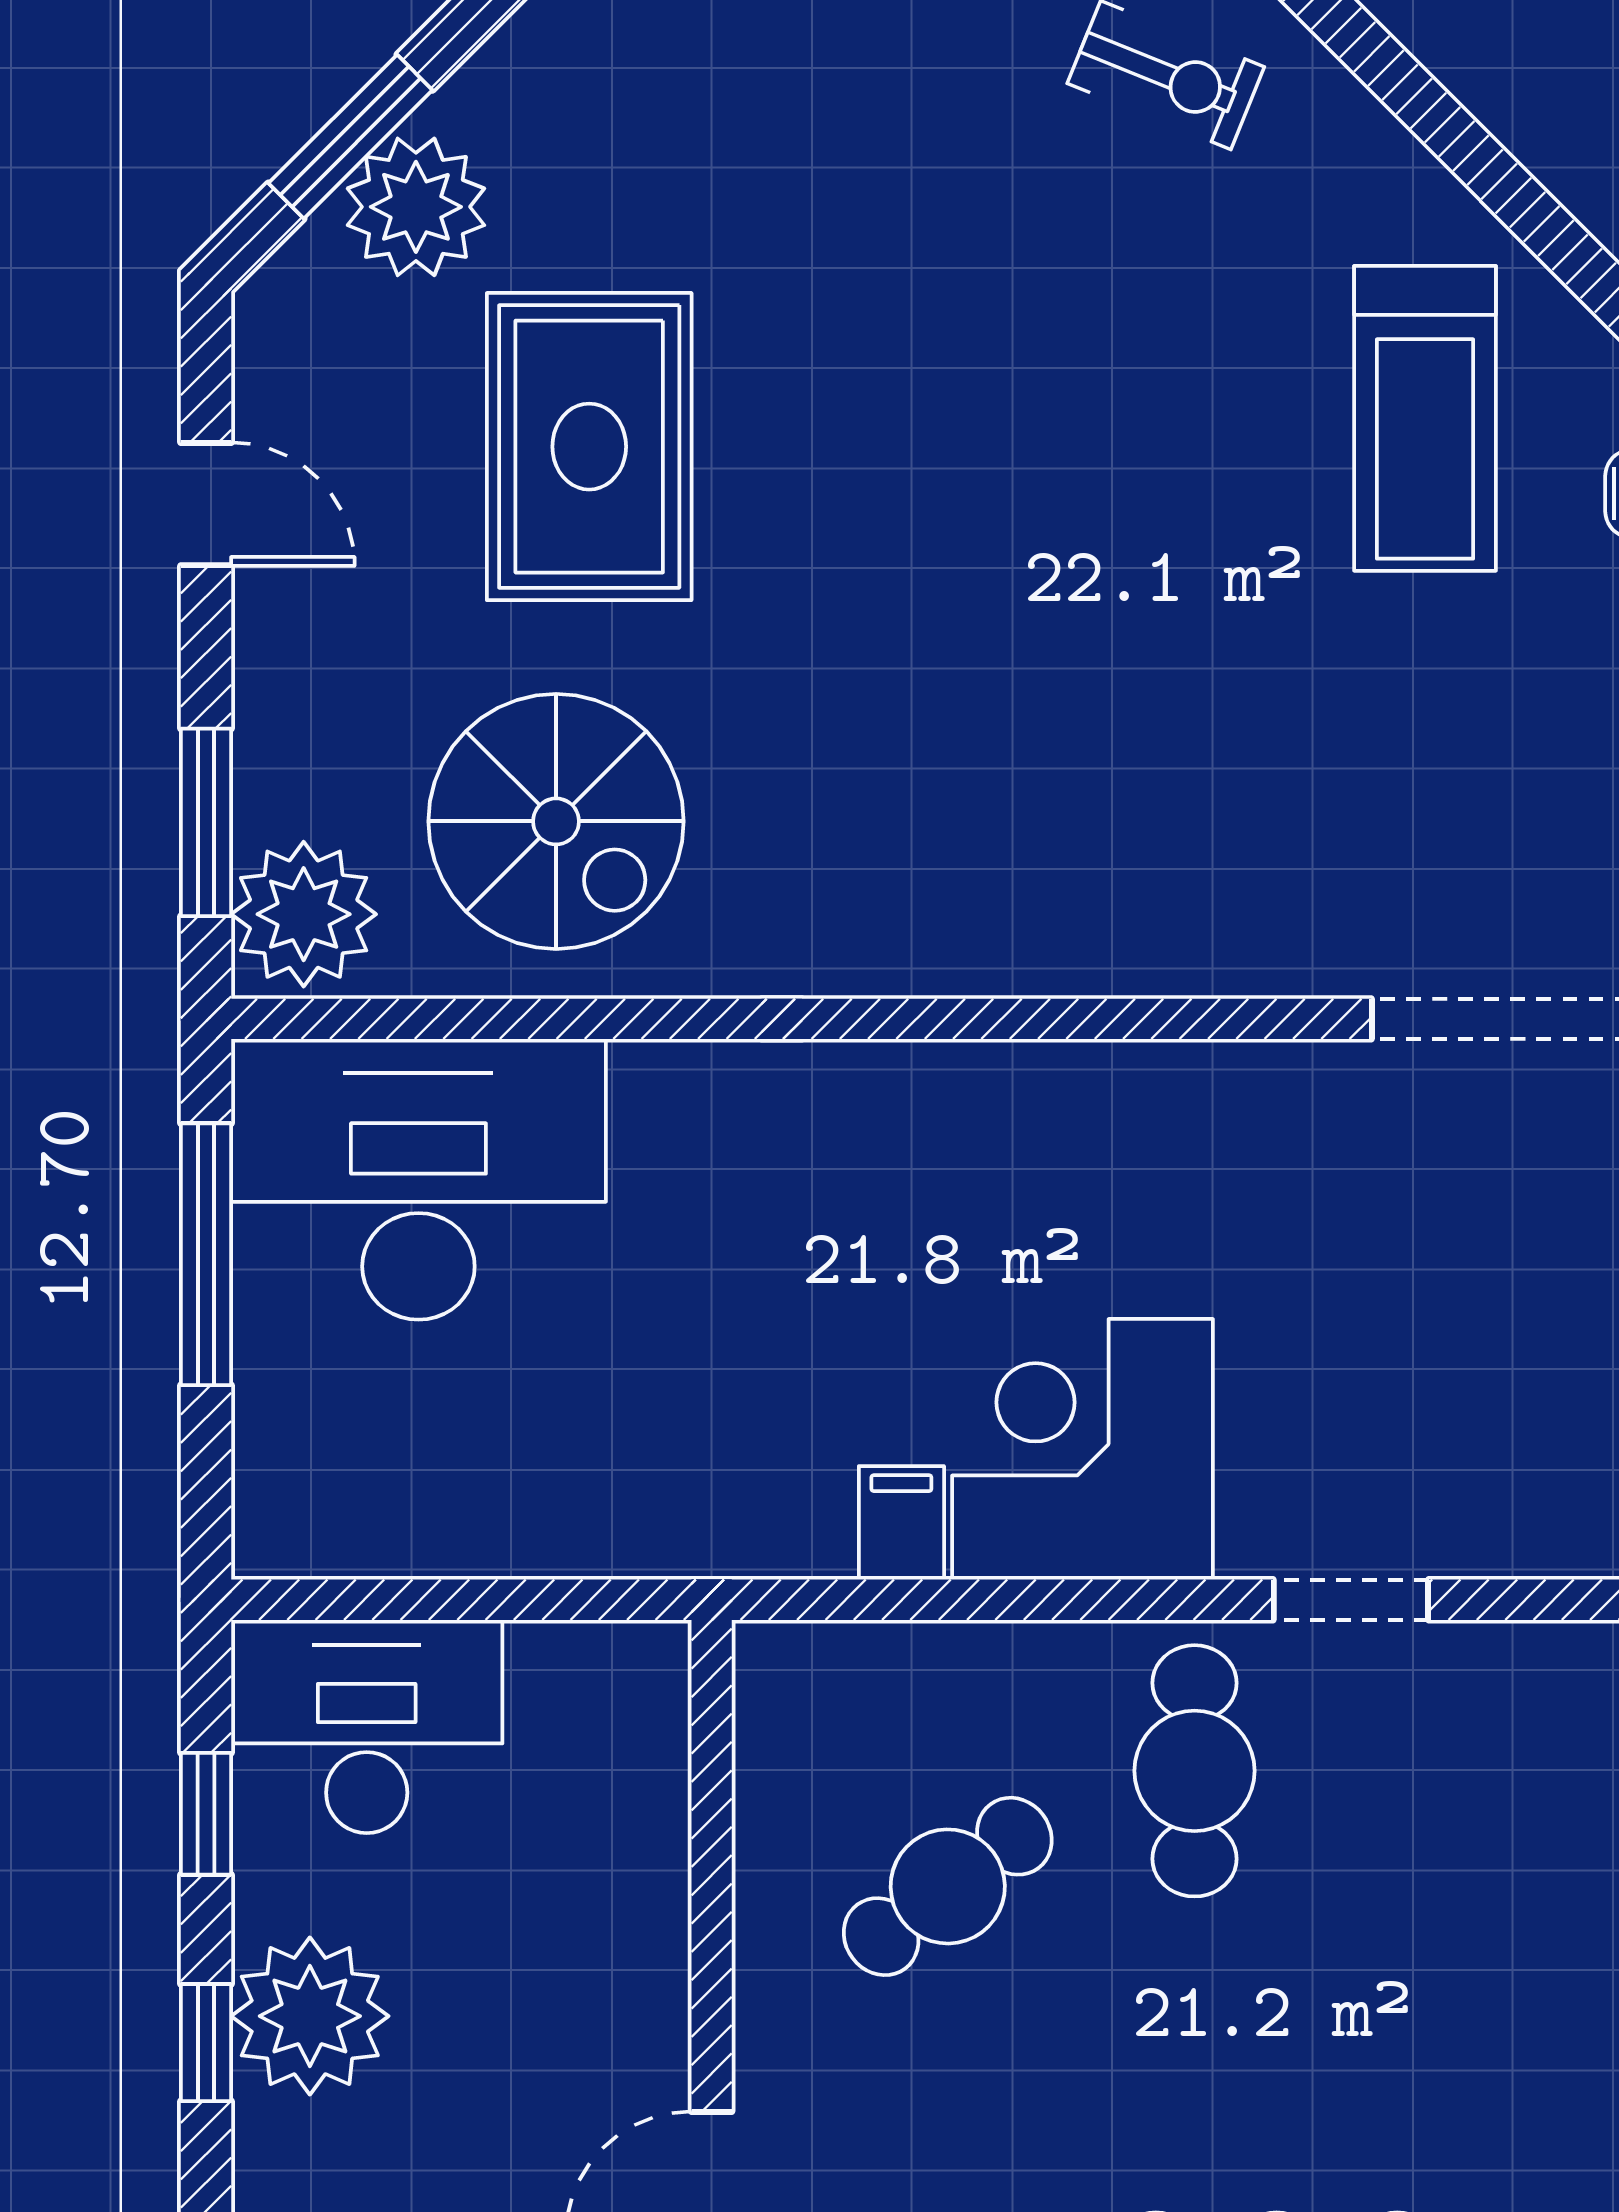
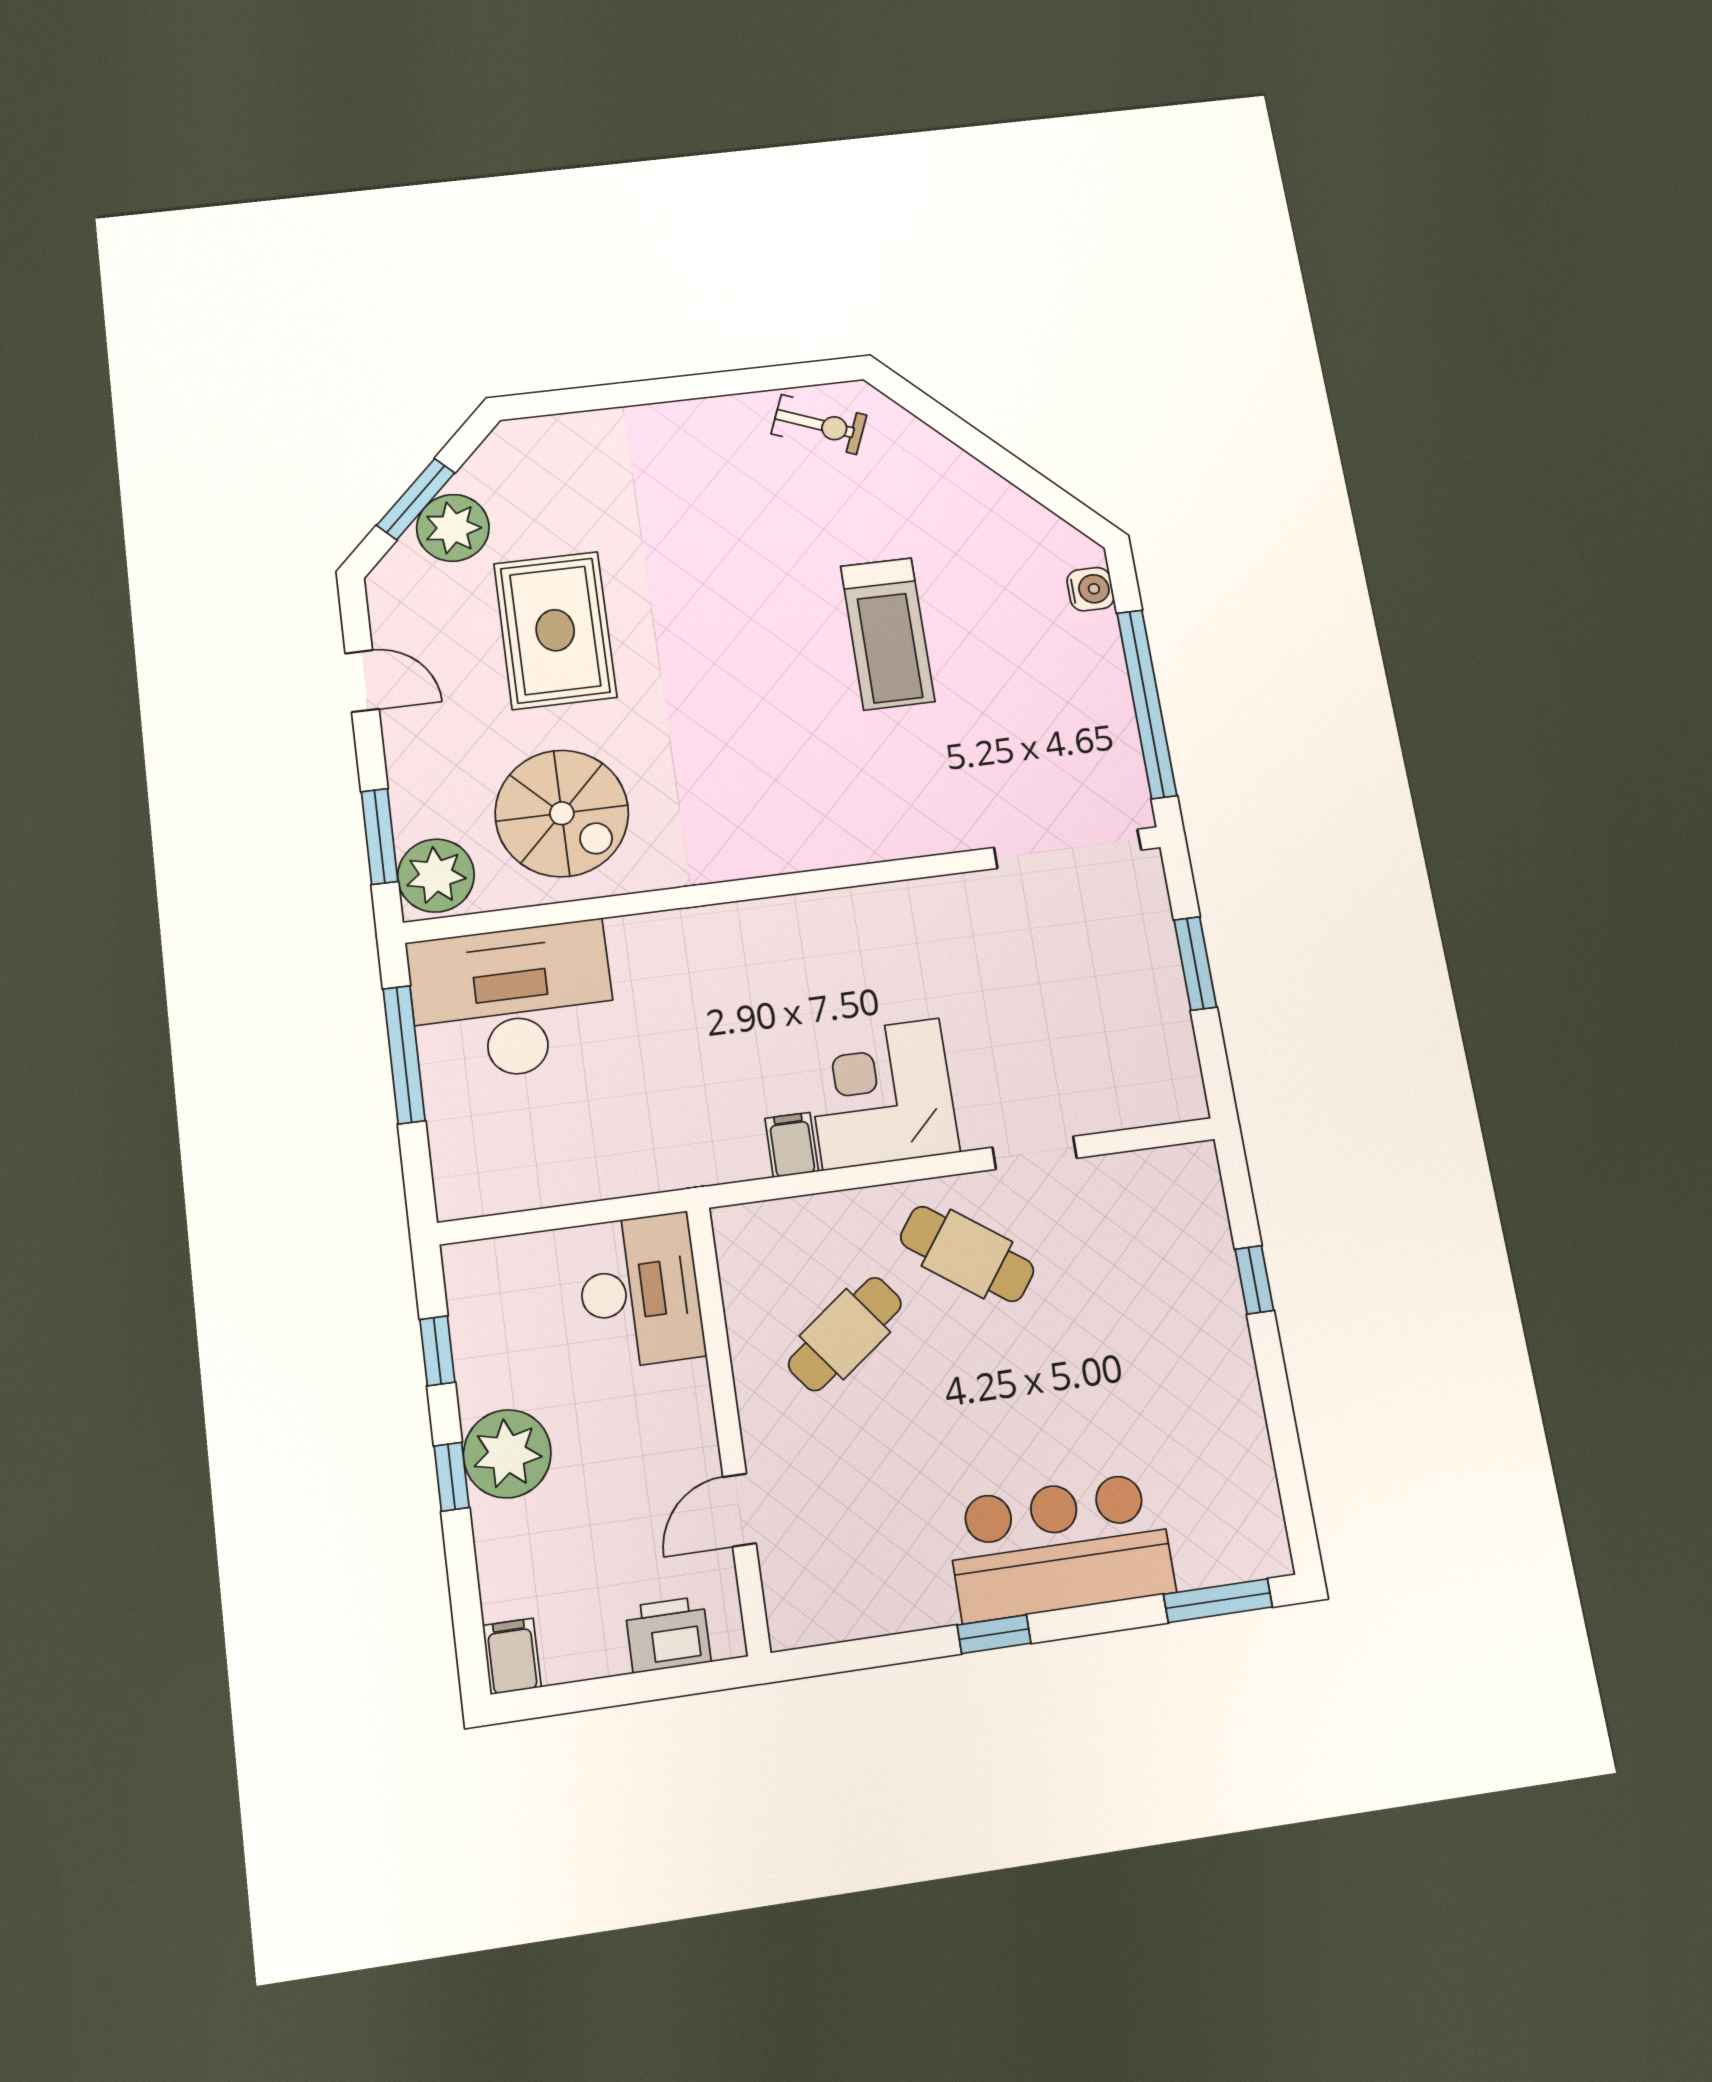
treadmill: (1425, 418) -> (888, 634), moved
desk: (367, 1726) -> (640, 1291), moved, turned 90
cafe table: (1194, 1771) -> (967, 1254), turned -54

